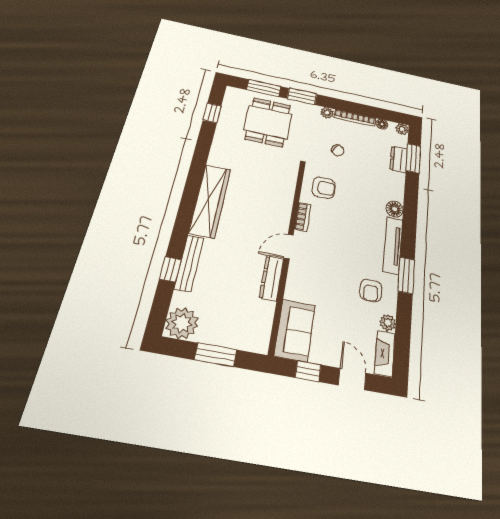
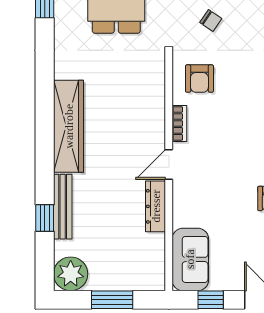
armchair: (324, 188) -> (199, 79), turned 90

